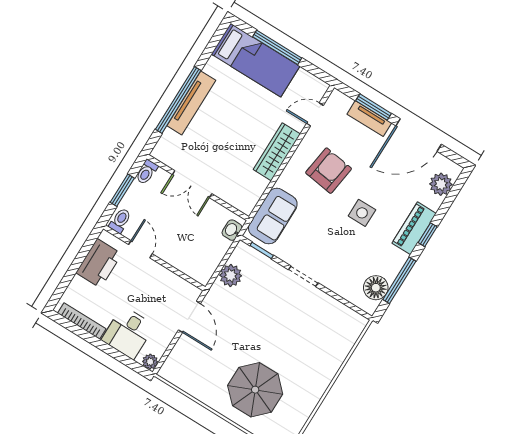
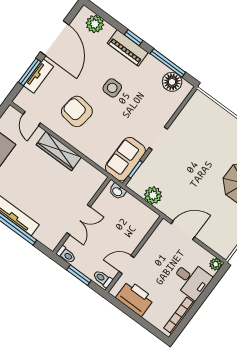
sofa: (273, 216) -> (125, 159), moved, turned -90

